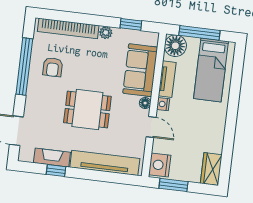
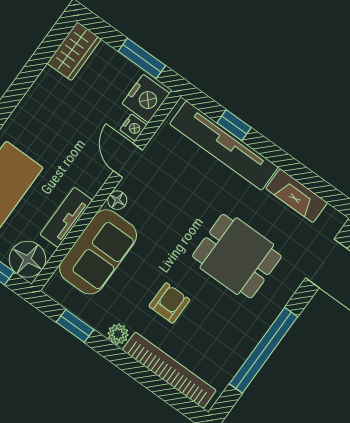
armchair: (53, 67) -> (169, 303), moved
nightstand: (163, 104) -> (133, 127), moved
dining table: (87, 110) -> (237, 256), moved
window: (56, 171) -> (234, 125), moved

